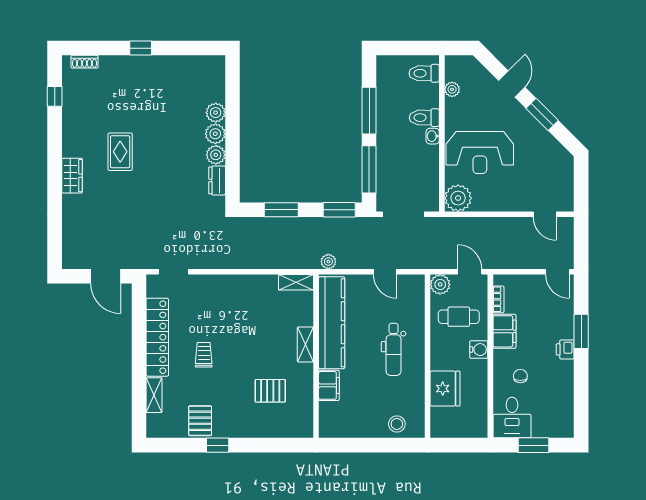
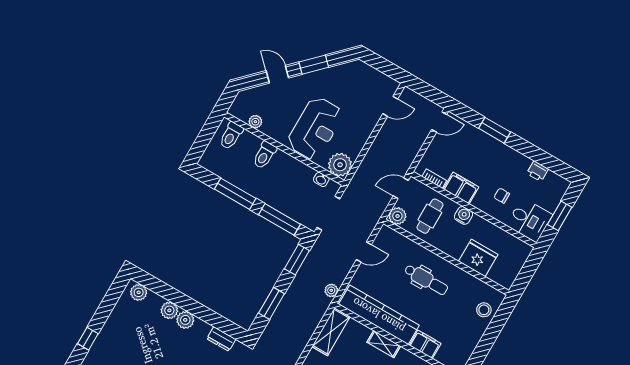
washbasin: (433, 136) -> (321, 179), moved
plant: (216, 155) -> (139, 292), moved
shelving: (296, 282) -> (331, 332), width x1.50, depth x1.33
printer: (565, 349) -> (538, 171), moved

